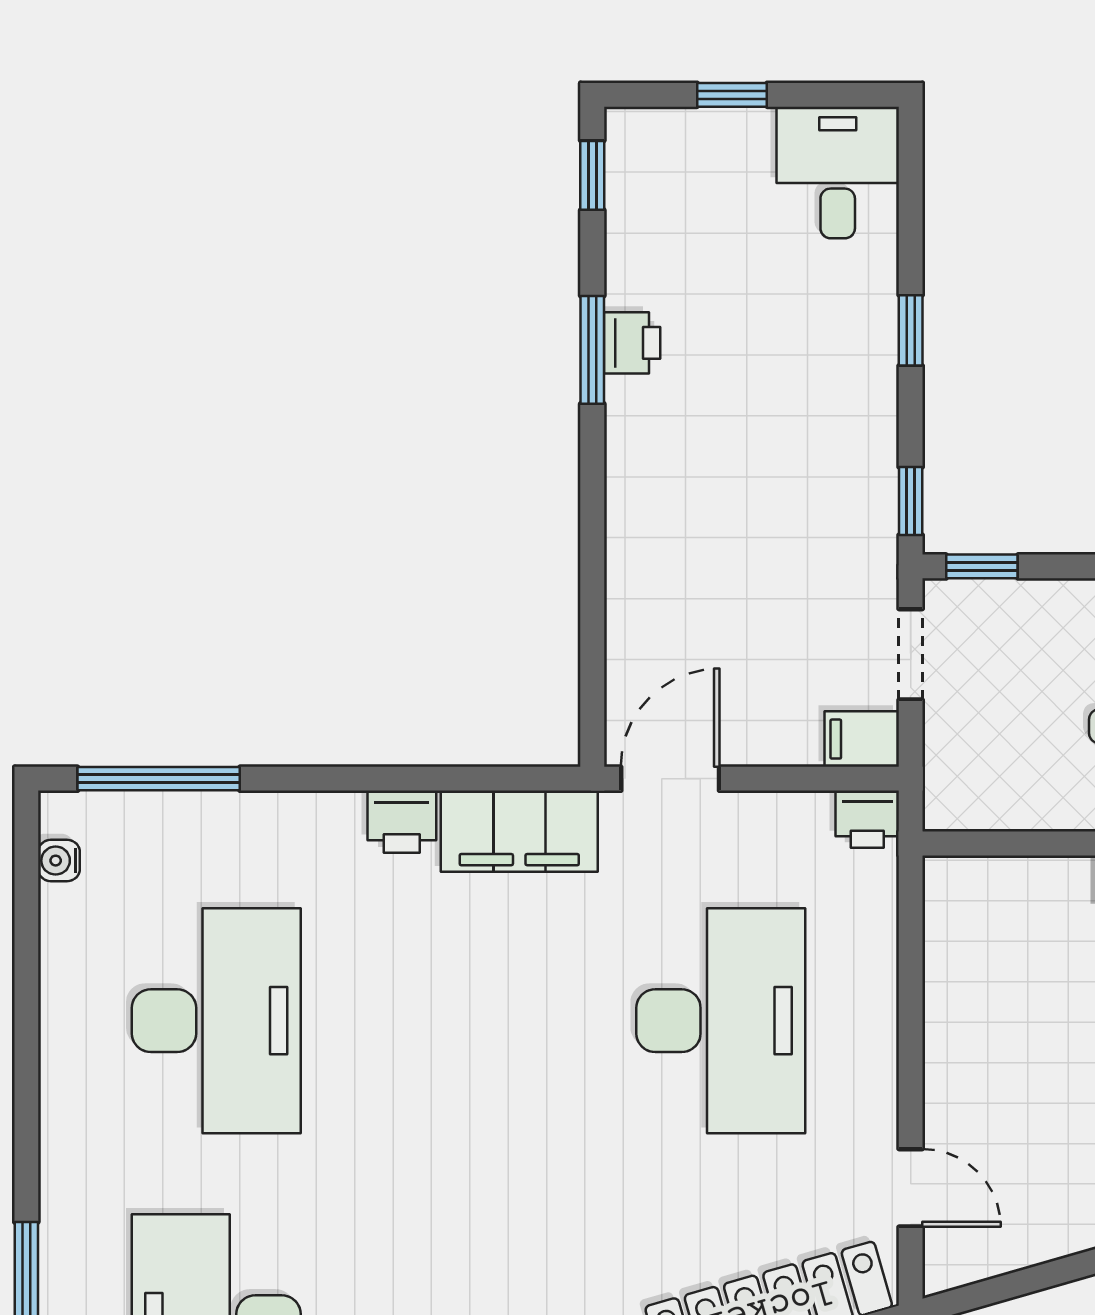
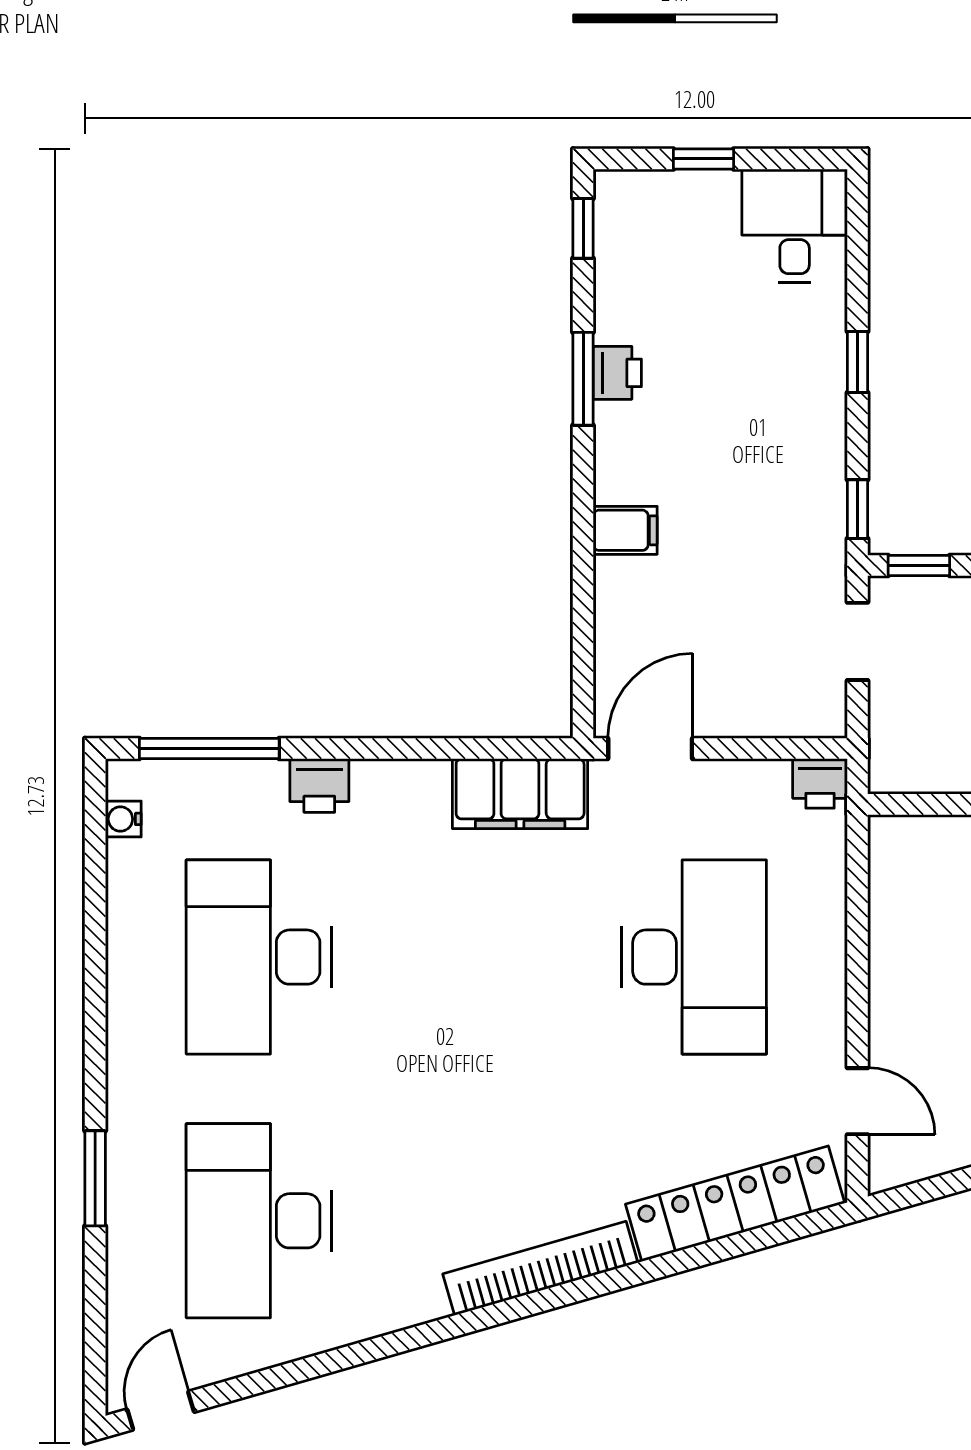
filing cabinet: (862, 739) -> (625, 530), moved, turned 180
printer: (402, 822) -> (319, 785), moved
desk: (216, 1021) -> (259, 957), turned 180

